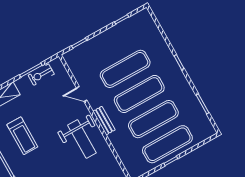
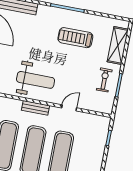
exercise bike: (41, 75) -> (104, 80), moved
weight bench: (82, 139) -> (36, 80), turned 180

